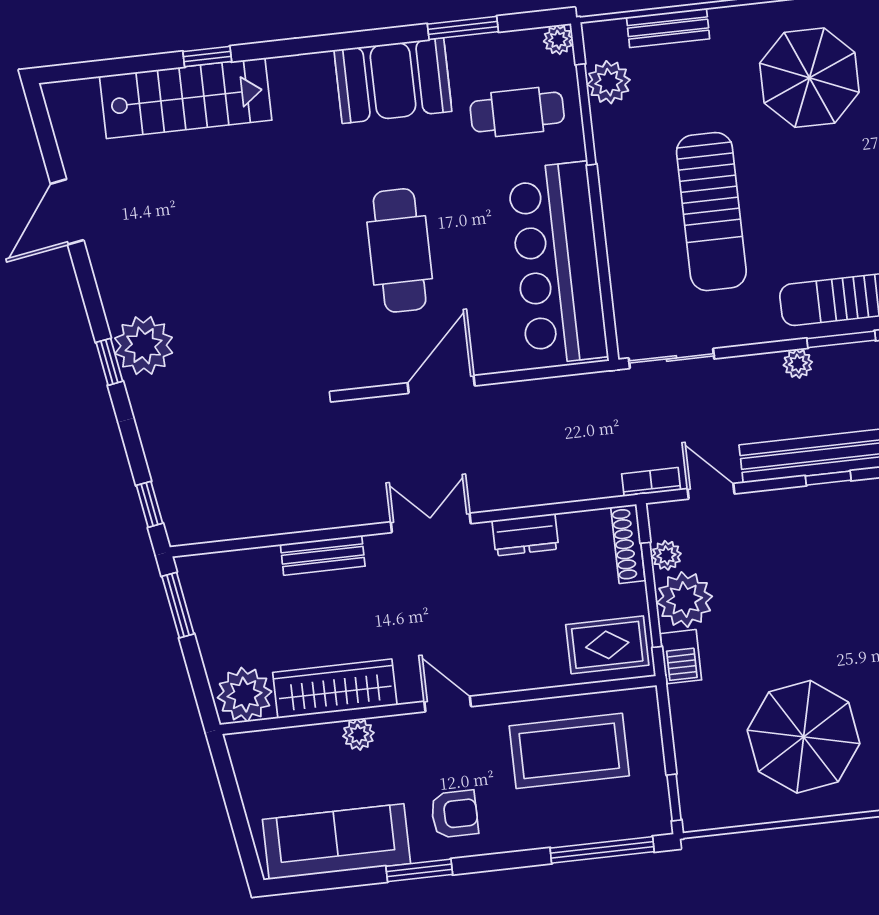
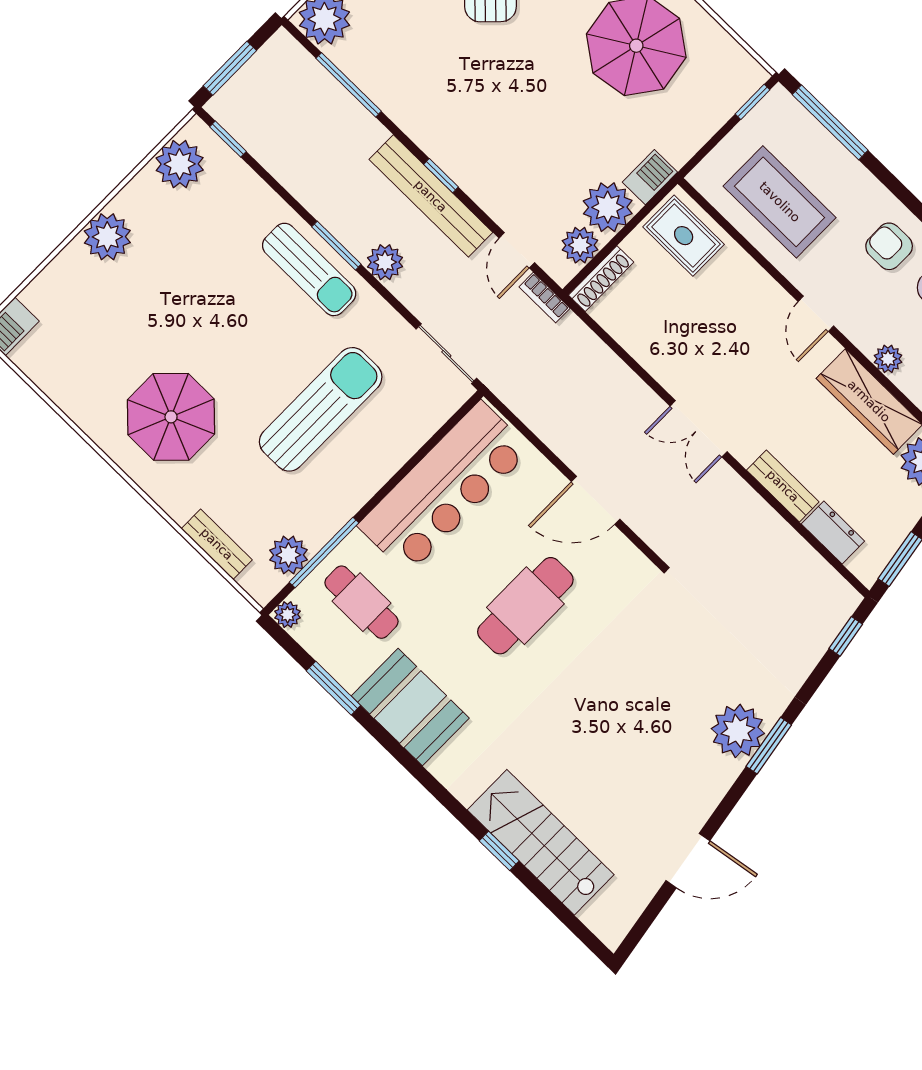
window: (109, 362) -> (769, 746), width x1.50
plant: (798, 364) -> (385, 262), width x1.38, depth x1.38
dresser: (525, 535) -> (833, 533), moved
plant: (666, 555) -> (580, 245), width x1.38, depth x1.38
window: (651, 595) -> (624, 233), removed

